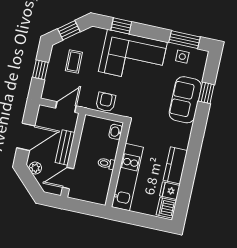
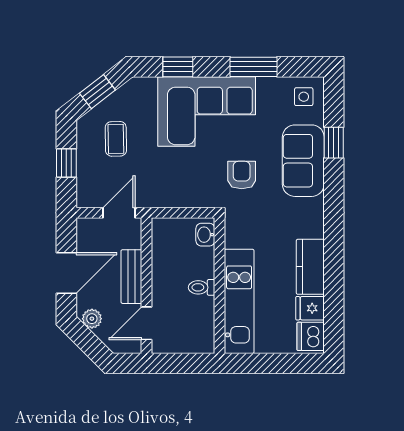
window: (184, 40) -> (253, 67), moved
side table: (182, 57) -> (304, 97), moved
armchair: (106, 102) -> (242, 175), moved

